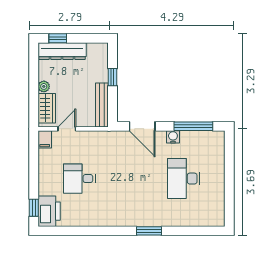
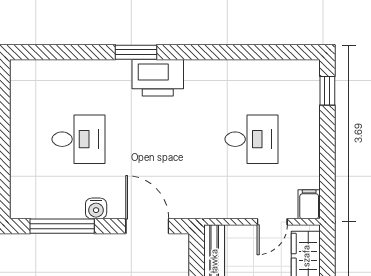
desk: (184, 179) -> (78, 139), width x0.73
printer: (49, 211) -> (158, 78), moved, turned -90

